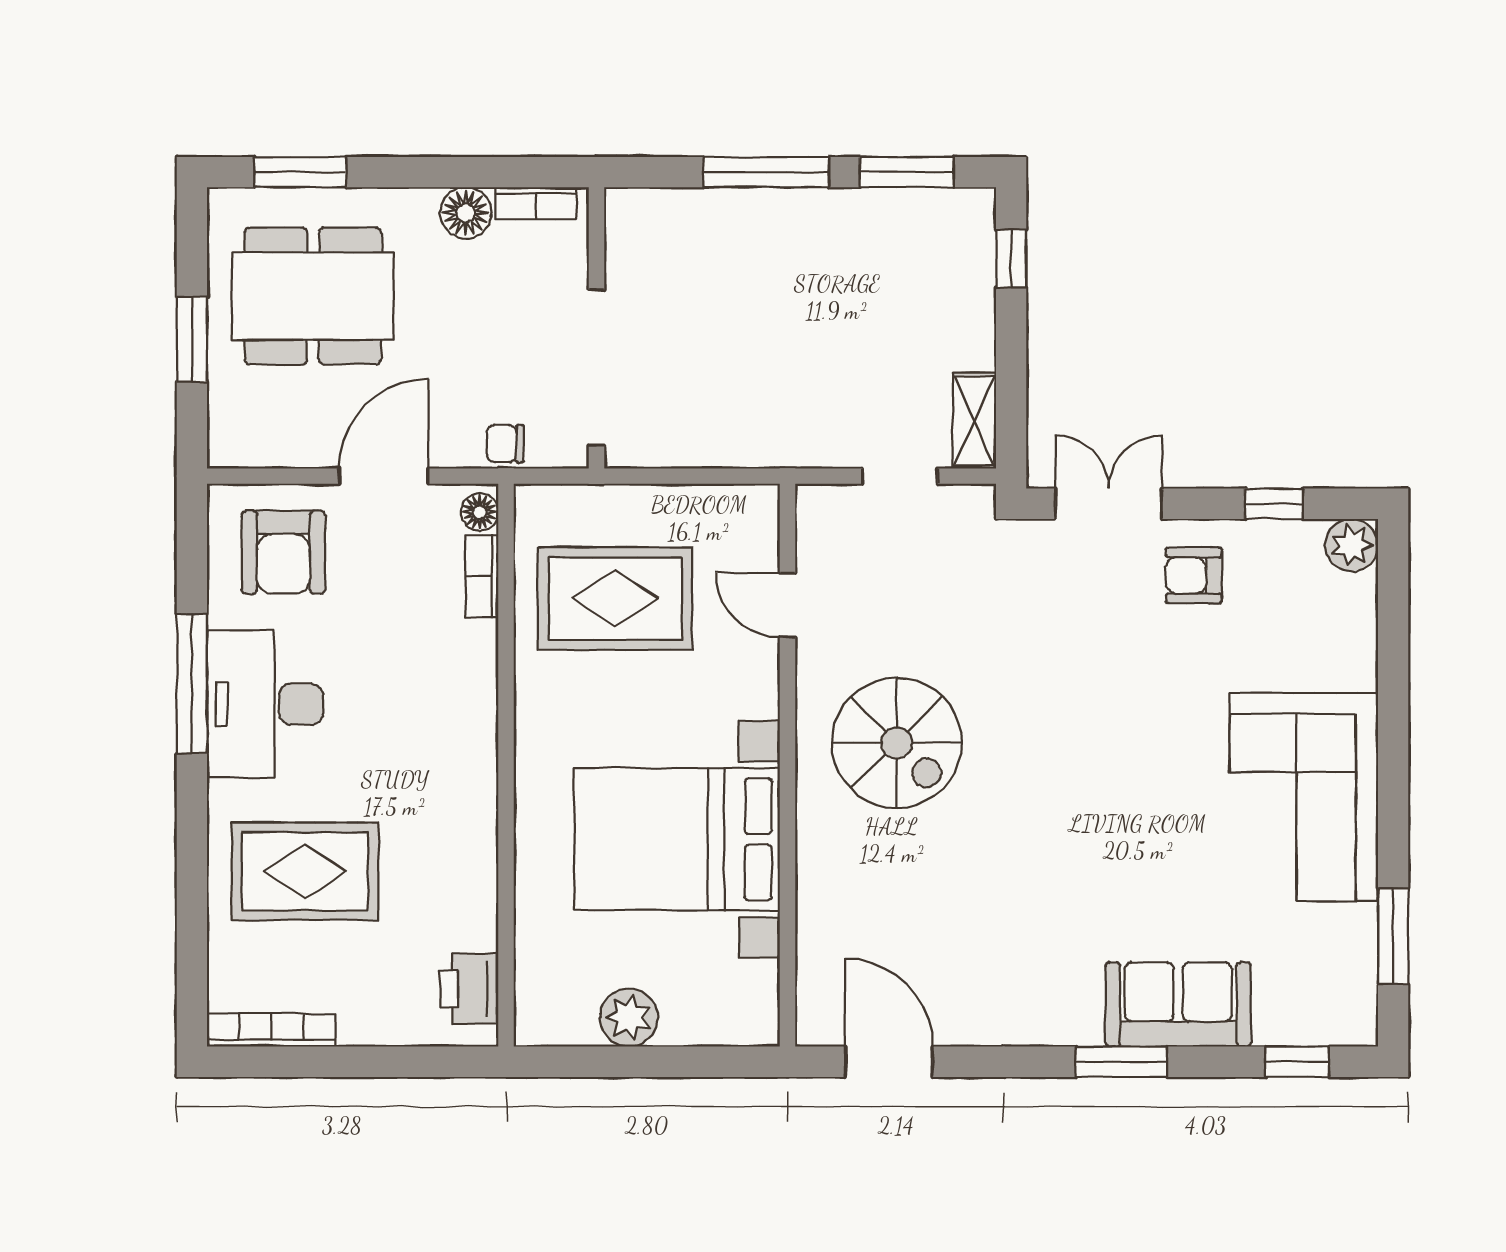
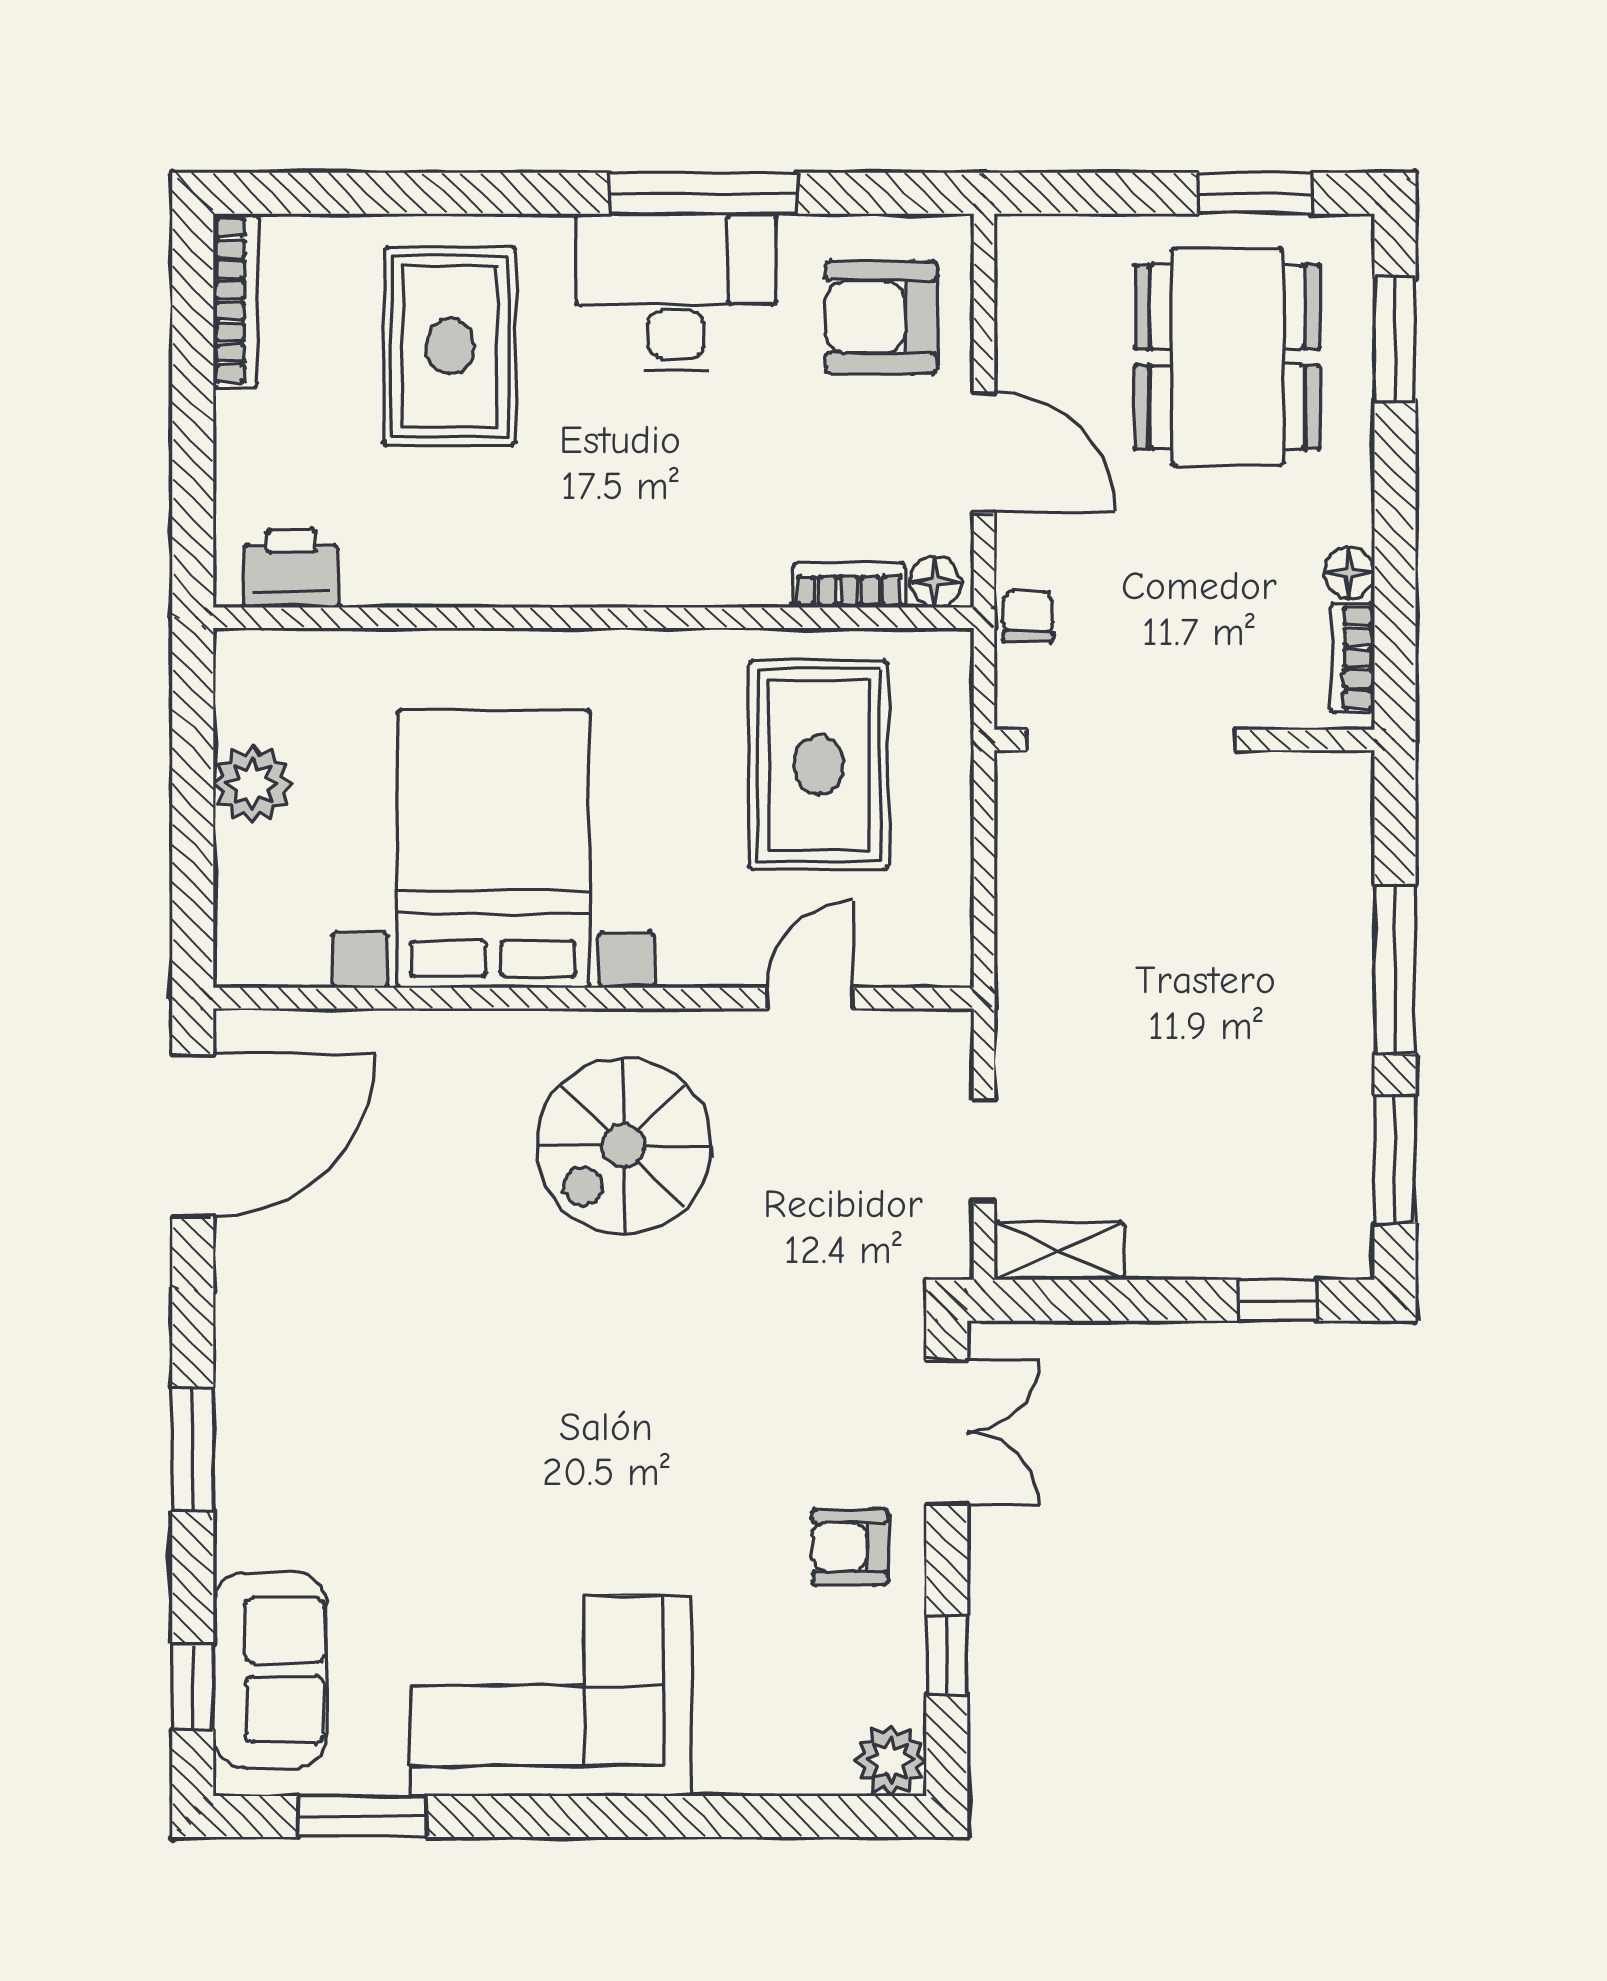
floor lamp: (466, 213) -> (1349, 573), width x0.73, depth x0.73
window: (192, 339) -> (1255, 193), moved
armchair: (1194, 575) -> (850, 1547), turned -90
sofa: (1178, 1005) -> (270, 1670), moved
door: (889, 1062) -> (193, 1135), width x1.36

